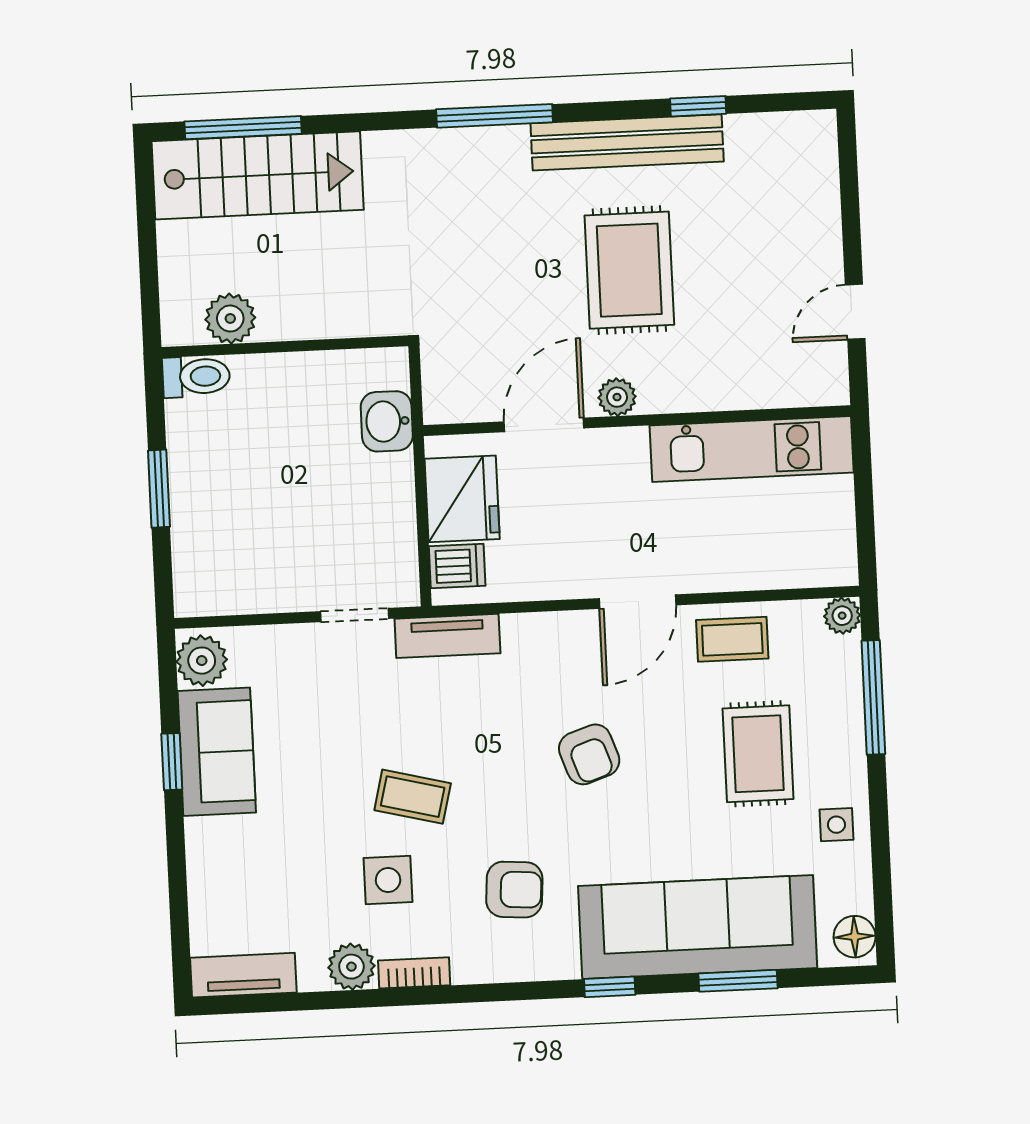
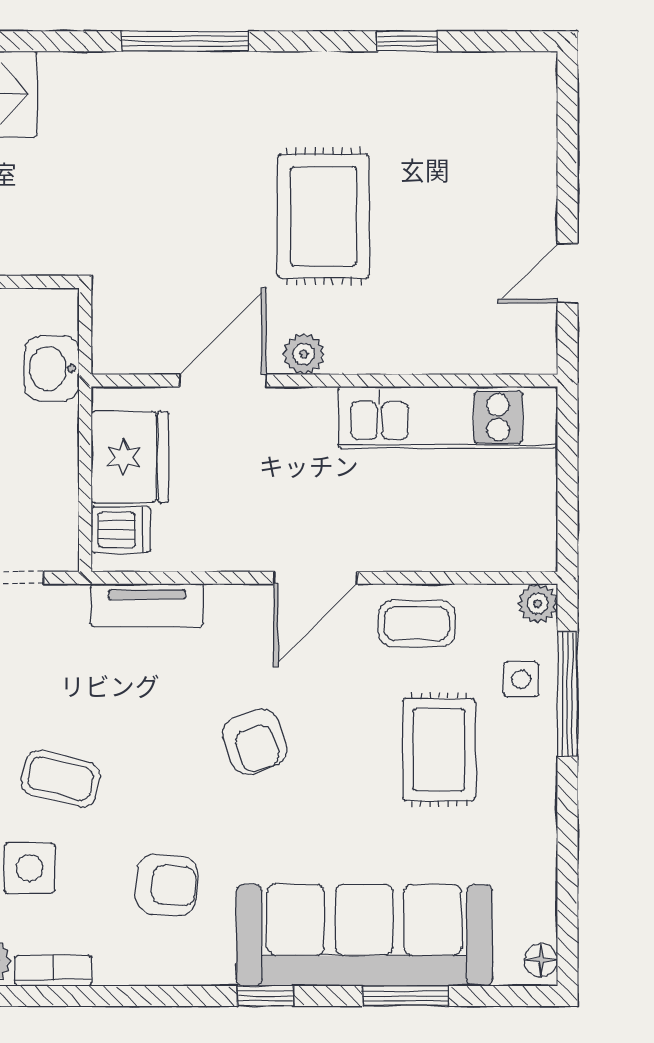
bench: (627, 142) -> (328, 77), removed
tv unit: (447, 636) -> (147, 605), moved
side table: (836, 825) -> (521, 679), moved
floor lamp: (855, 937) -> (541, 960), width x0.73, depth x0.73

